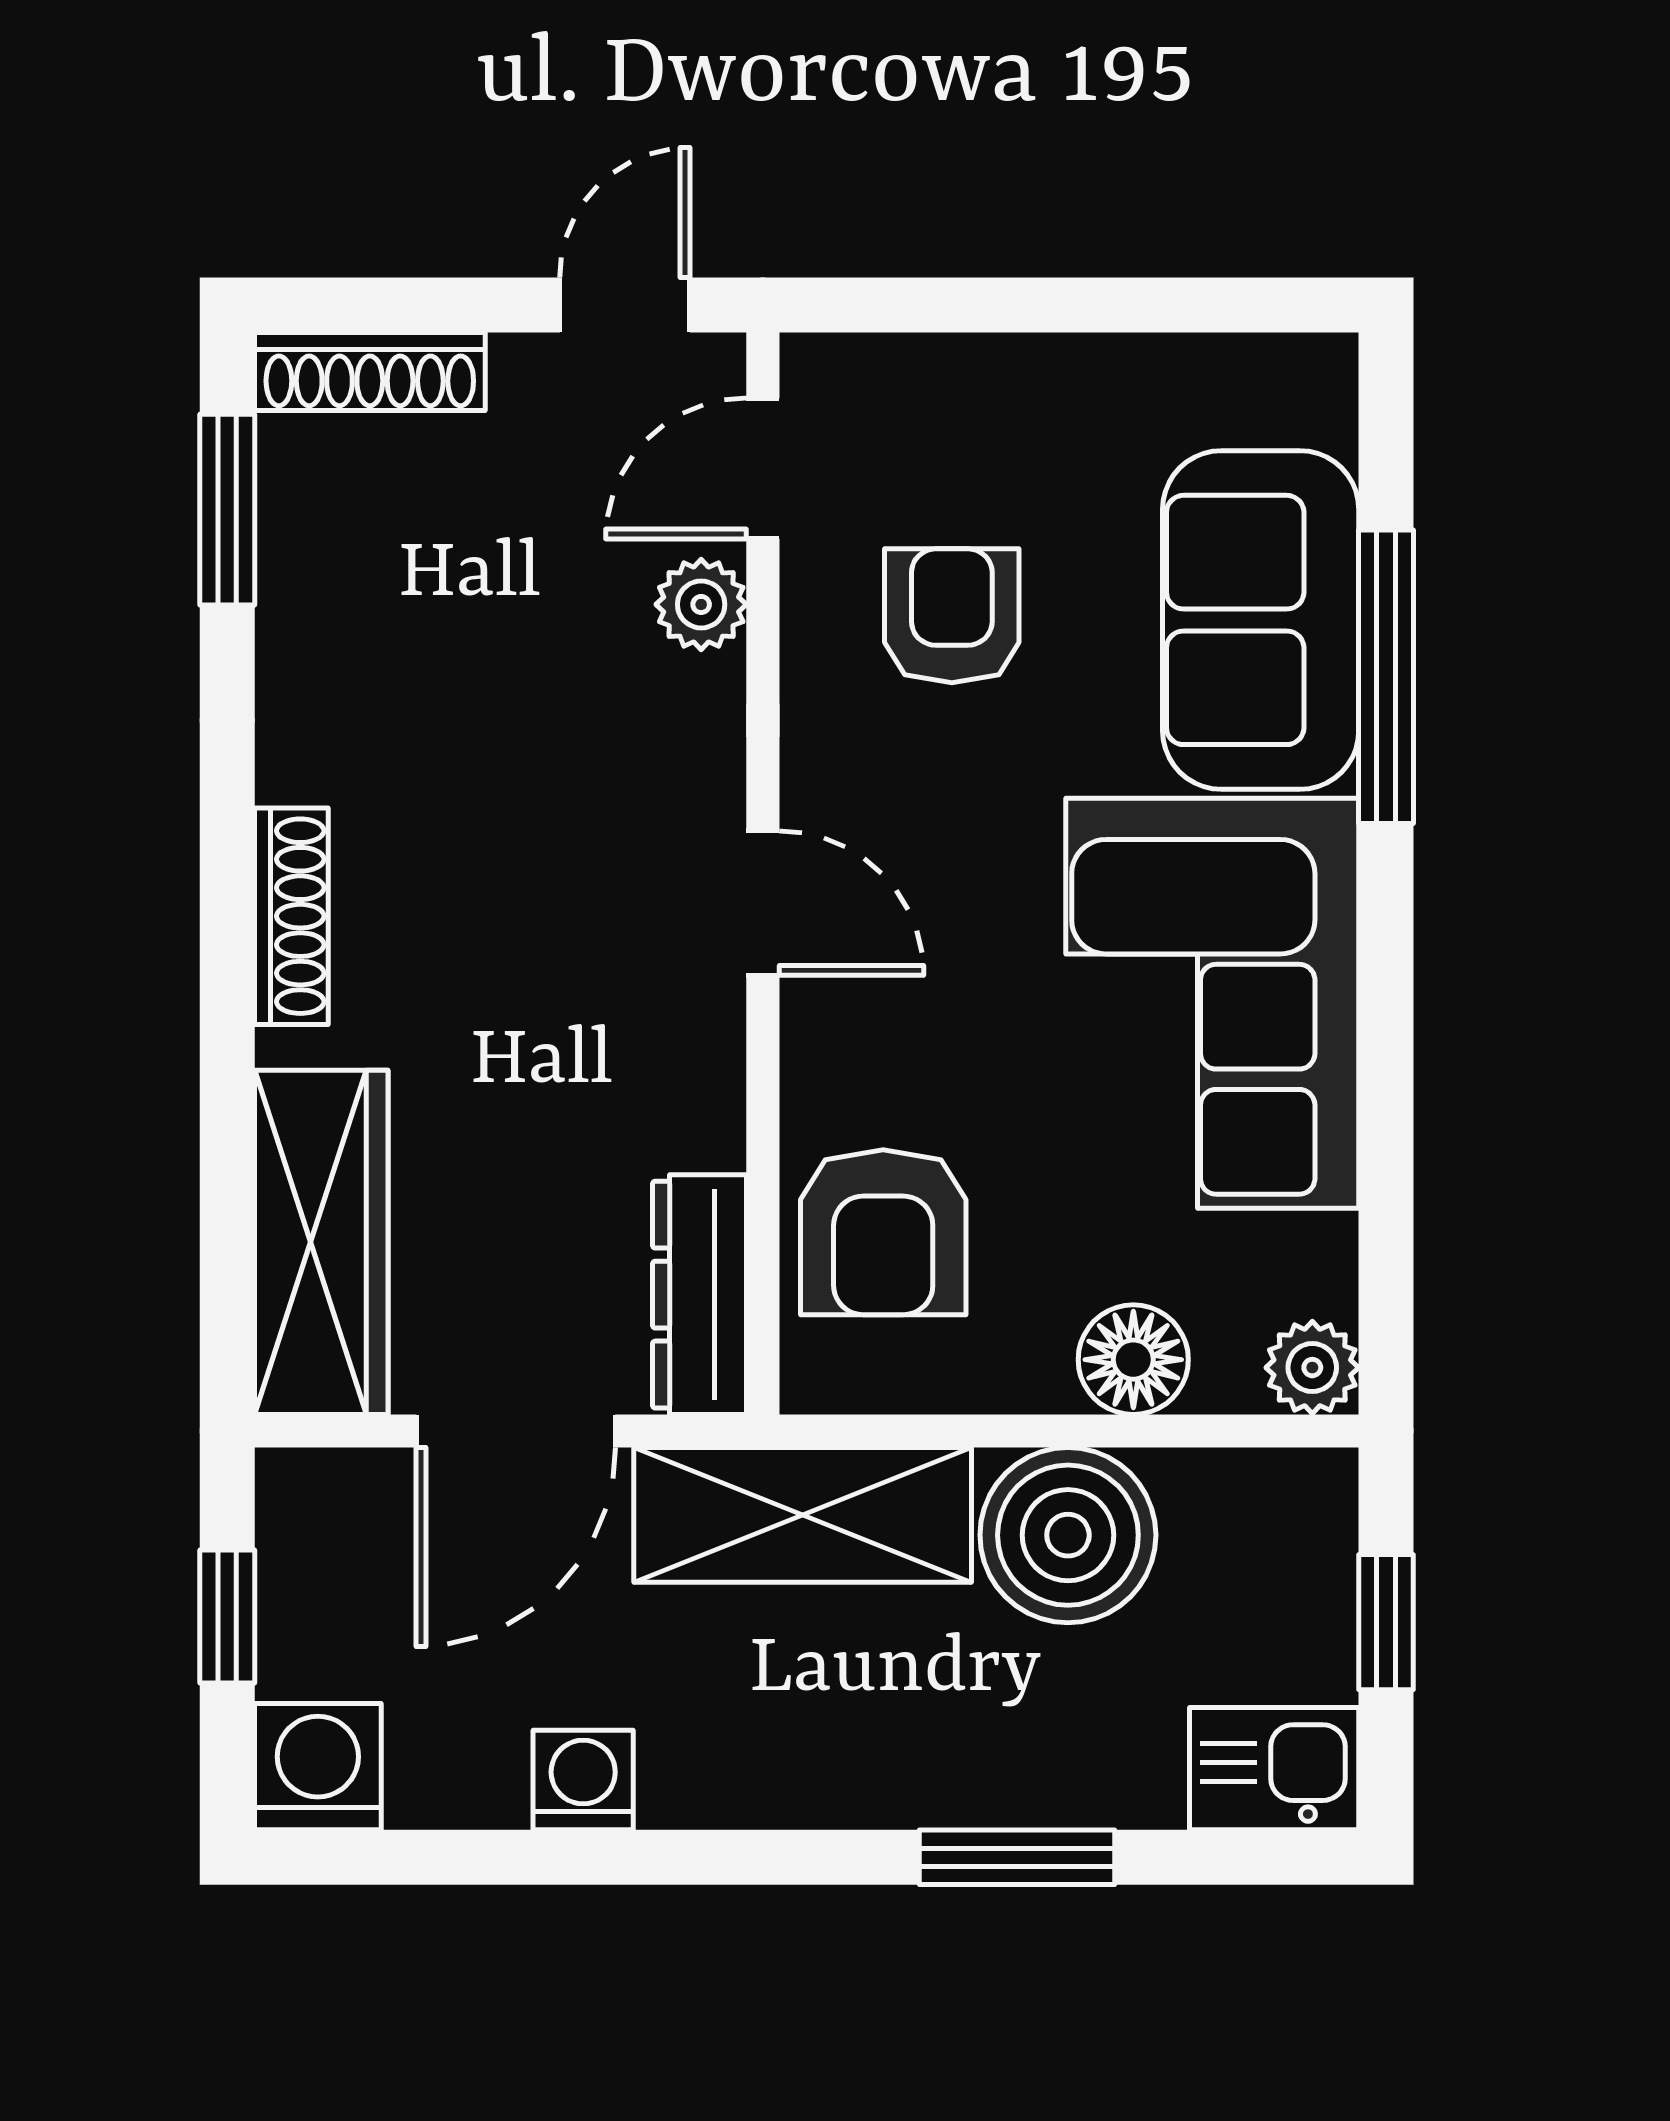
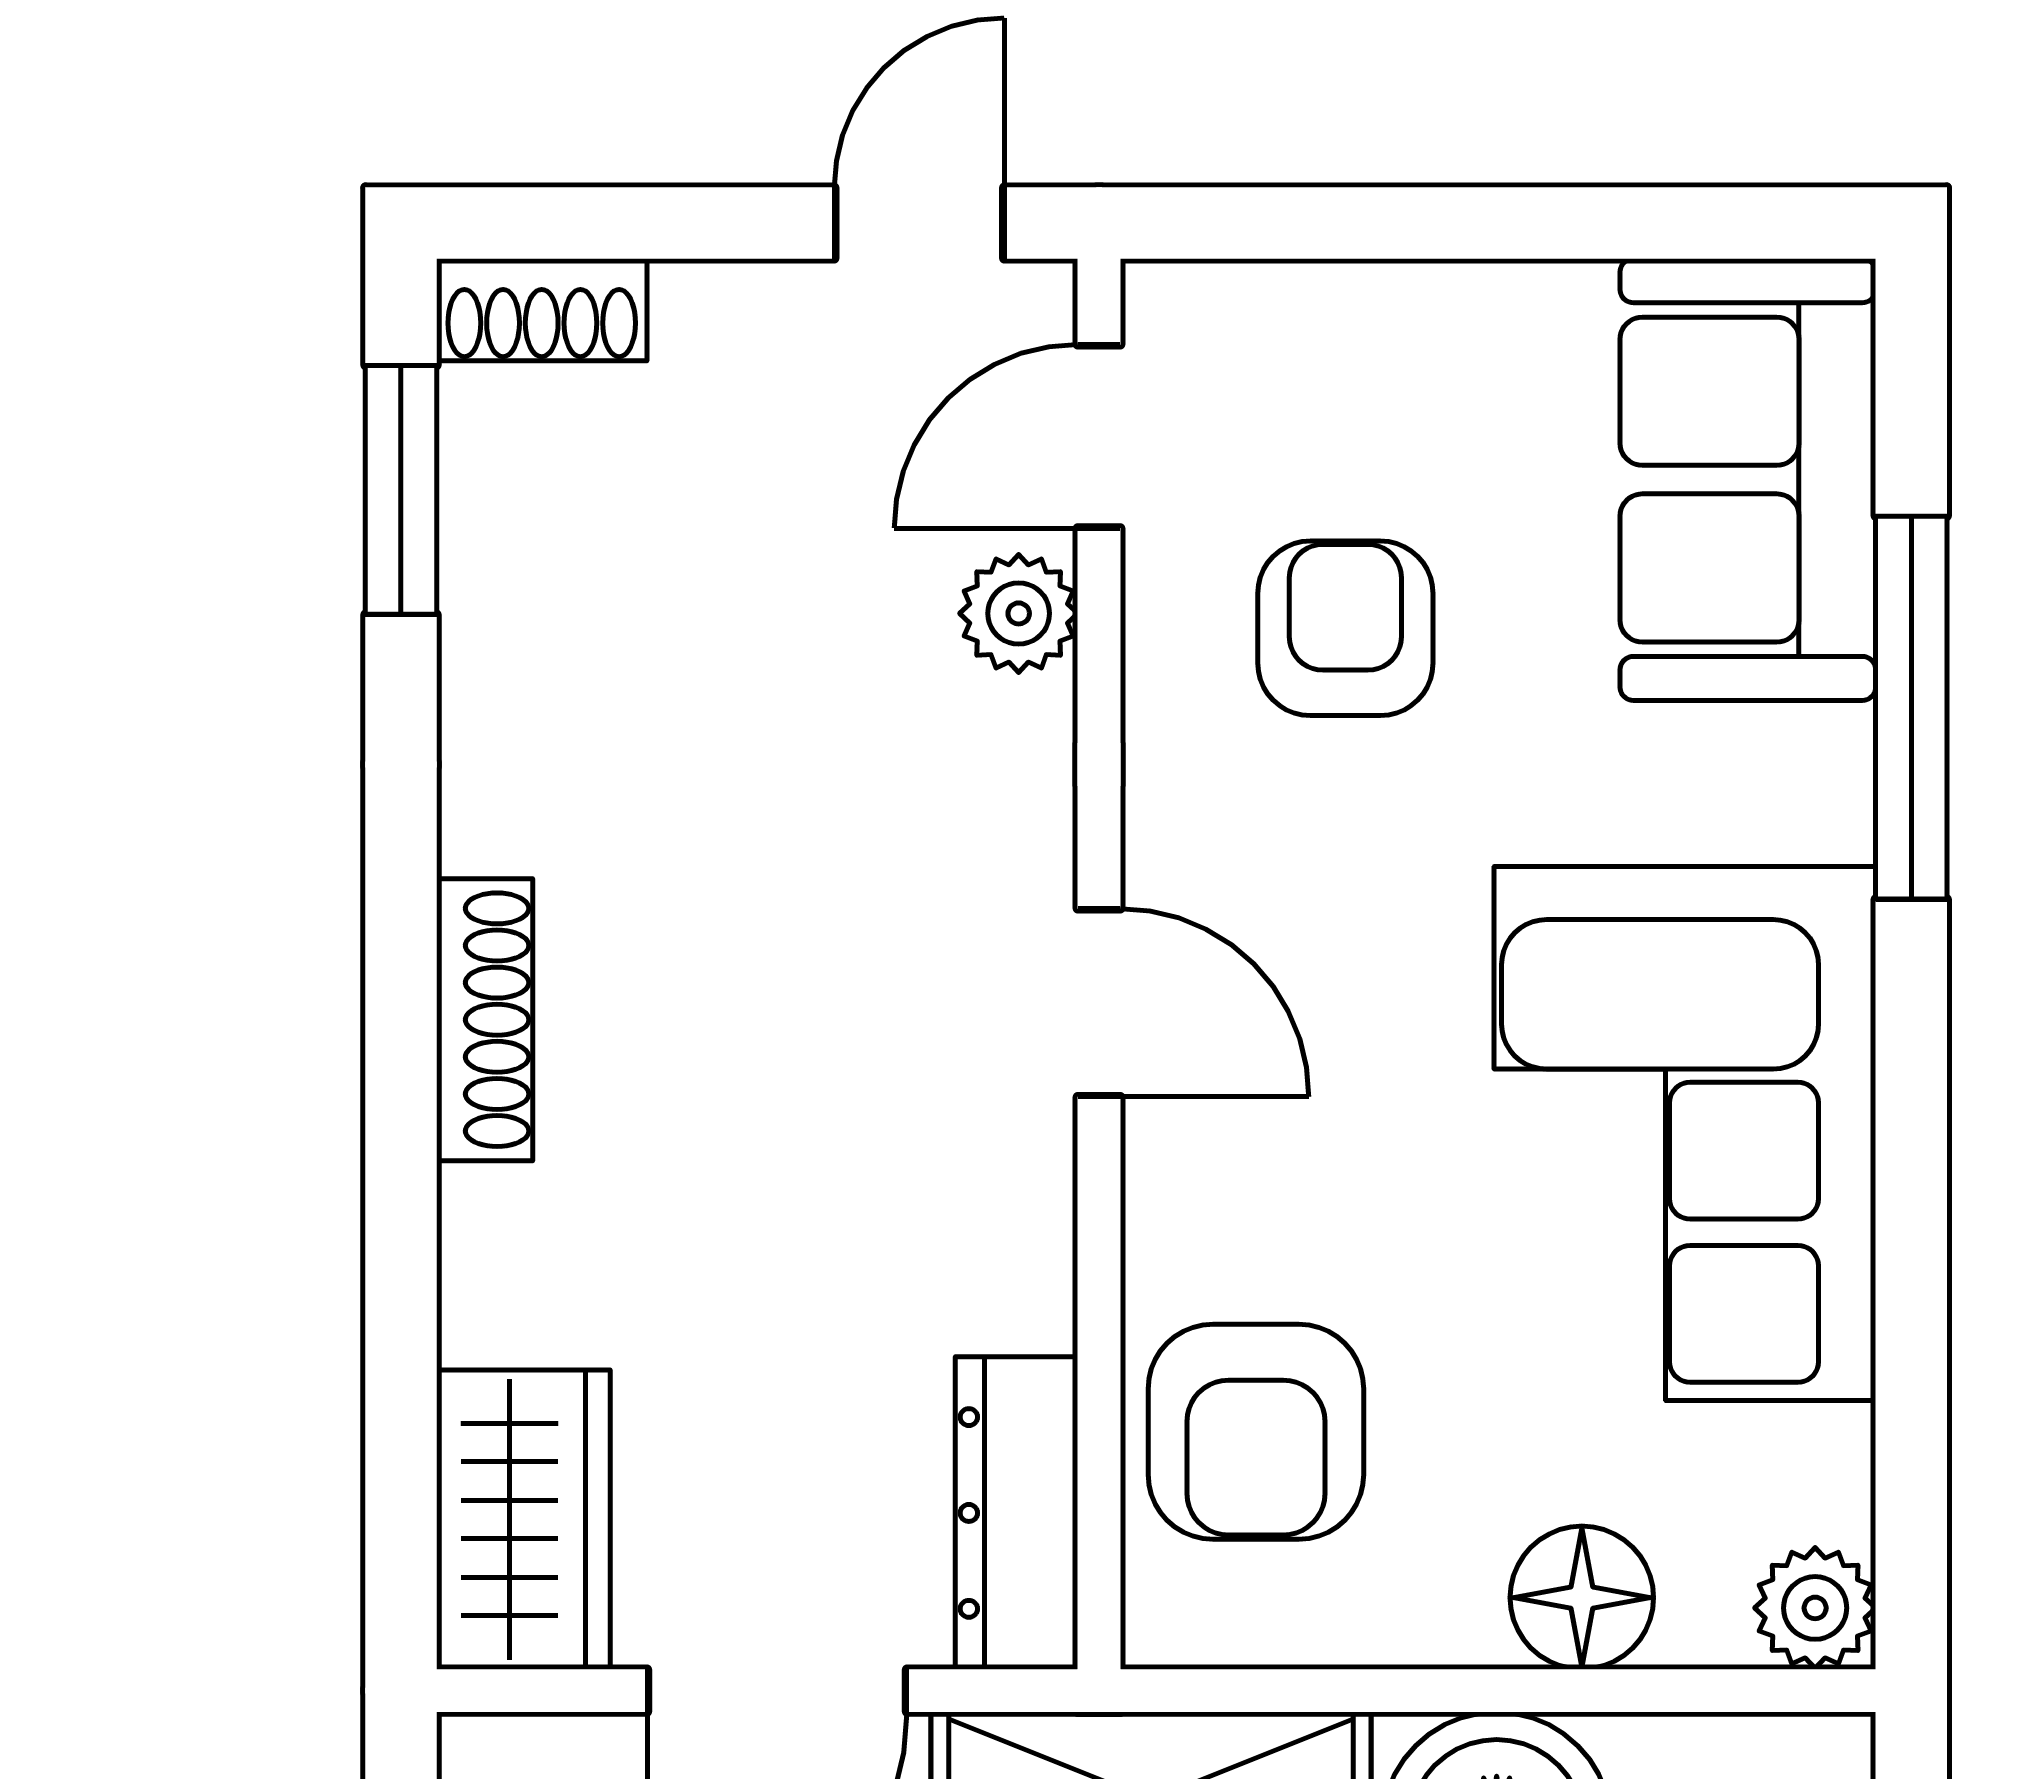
shoe rack: (370, 371) -> (542, 310), width x0.70
sofa: (1261, 620) -> (1748, 480), moved
wardrobe: (321, 1242) -> (523, 1520), width x0.67

